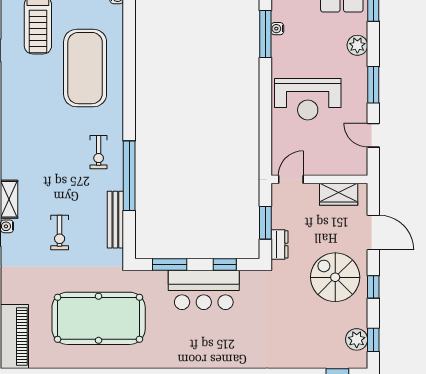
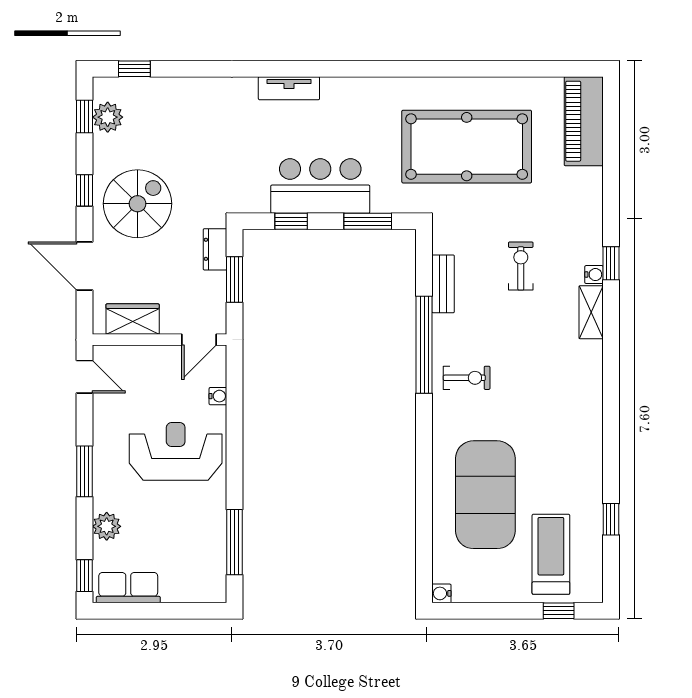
water cooler: (277, 29) -> (218, 396), moved
door: (373, 135) -> (85, 377), moved
exercise bike: (99, 152) -> (467, 378), turned 90
bench: (115, 220) -> (443, 284), width x0.73
spiral stairs: (335, 277) -> (138, 204), turned -90
tv unit: (226, 360) -> (289, 88), added

